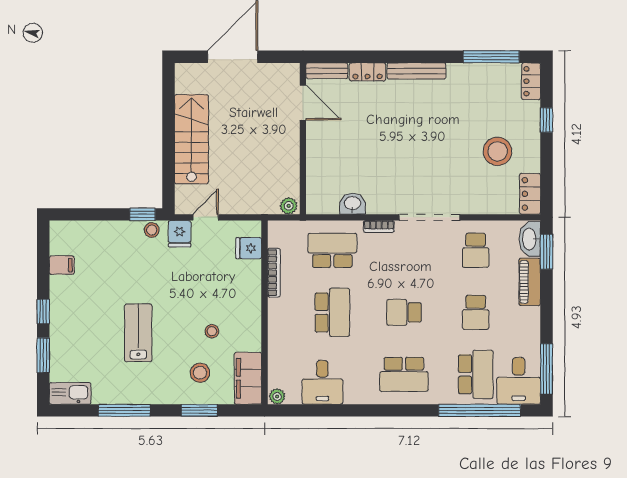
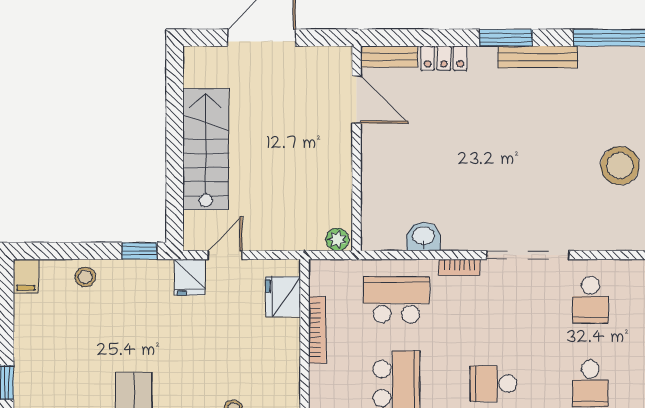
window: (413, 57) -> (506, 38), added
bench: (416, 71) -> (538, 57), moved
stool: (152, 230) -> (85, 277), moved
fridge: (249, 248) -> (283, 297), width x1.38
filing cabinet: (62, 265) -> (26, 276), moved, turned 90

